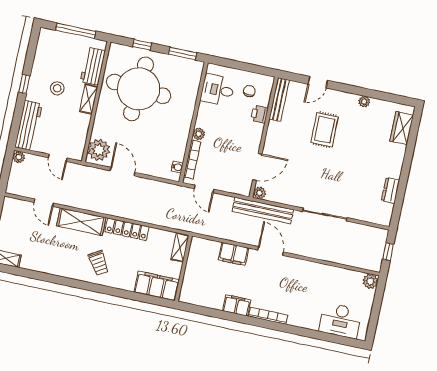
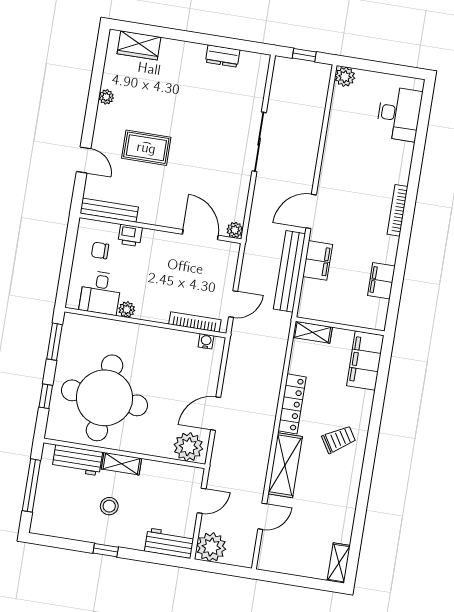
workbench: (28, 126) -> (169, 543), width x0.73
plant: (199, 134) -> (127, 309), moved
plant: (19, 157) -> (211, 547), width x1.88, depth x1.88
bench: (263, 210) -> (290, 271), moved
filing cabinet: (237, 305) -> (381, 281), moved

